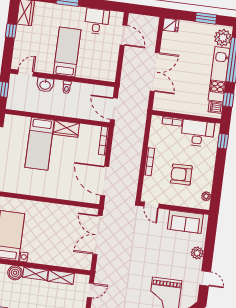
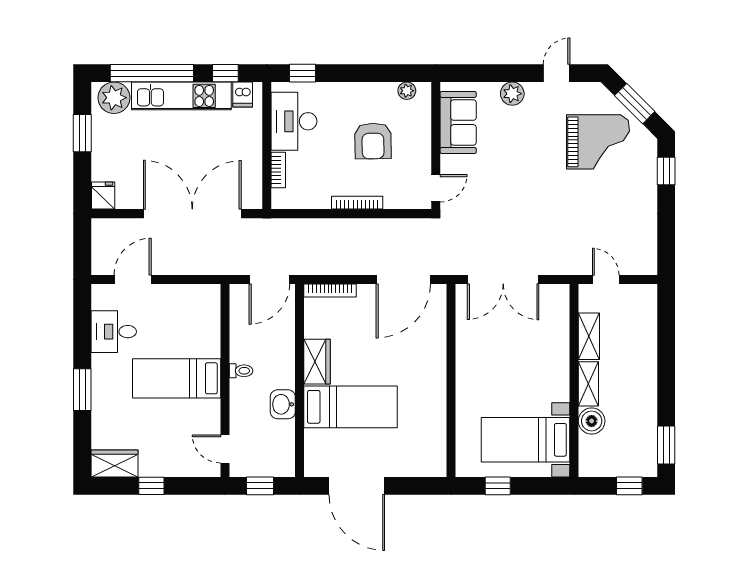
double door: (155, 72) -> (192, 214), width x1.36
washbasin: (45, 85) -> (283, 404), moved, turned 180

